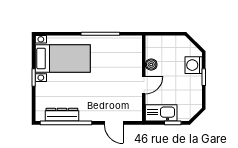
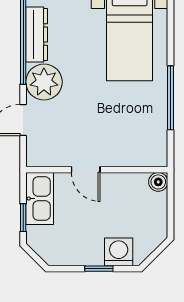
boiler: (151, 65) -> (158, 182), moved
plant: (91, 110) -> (44, 82), added

